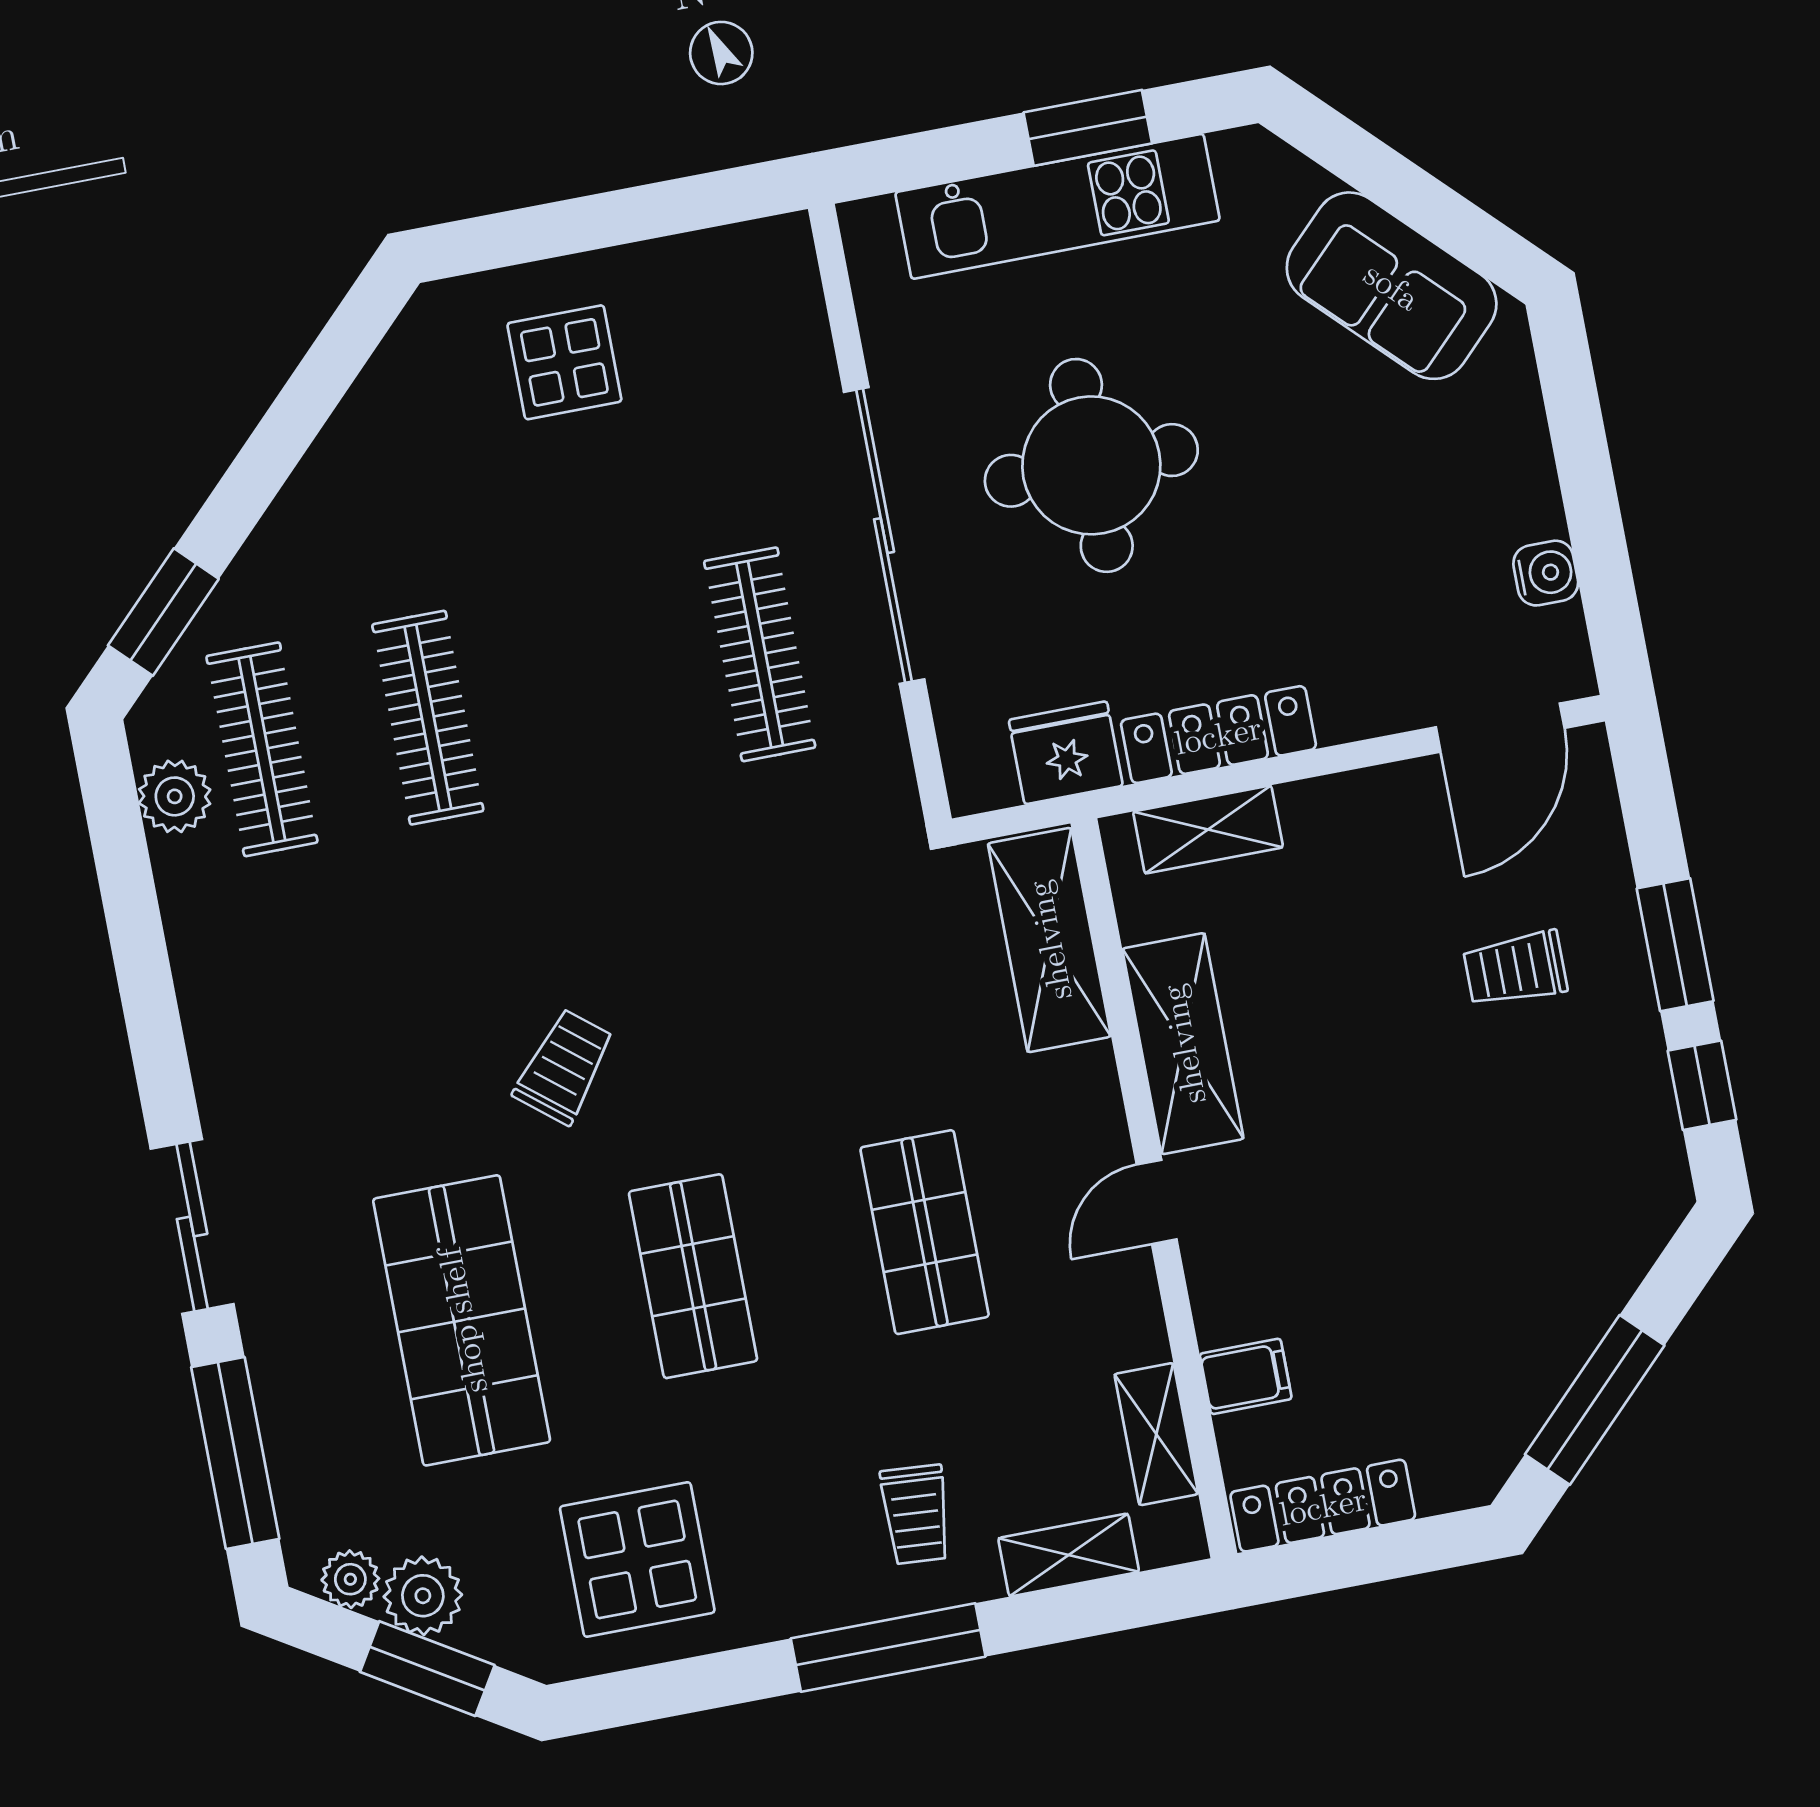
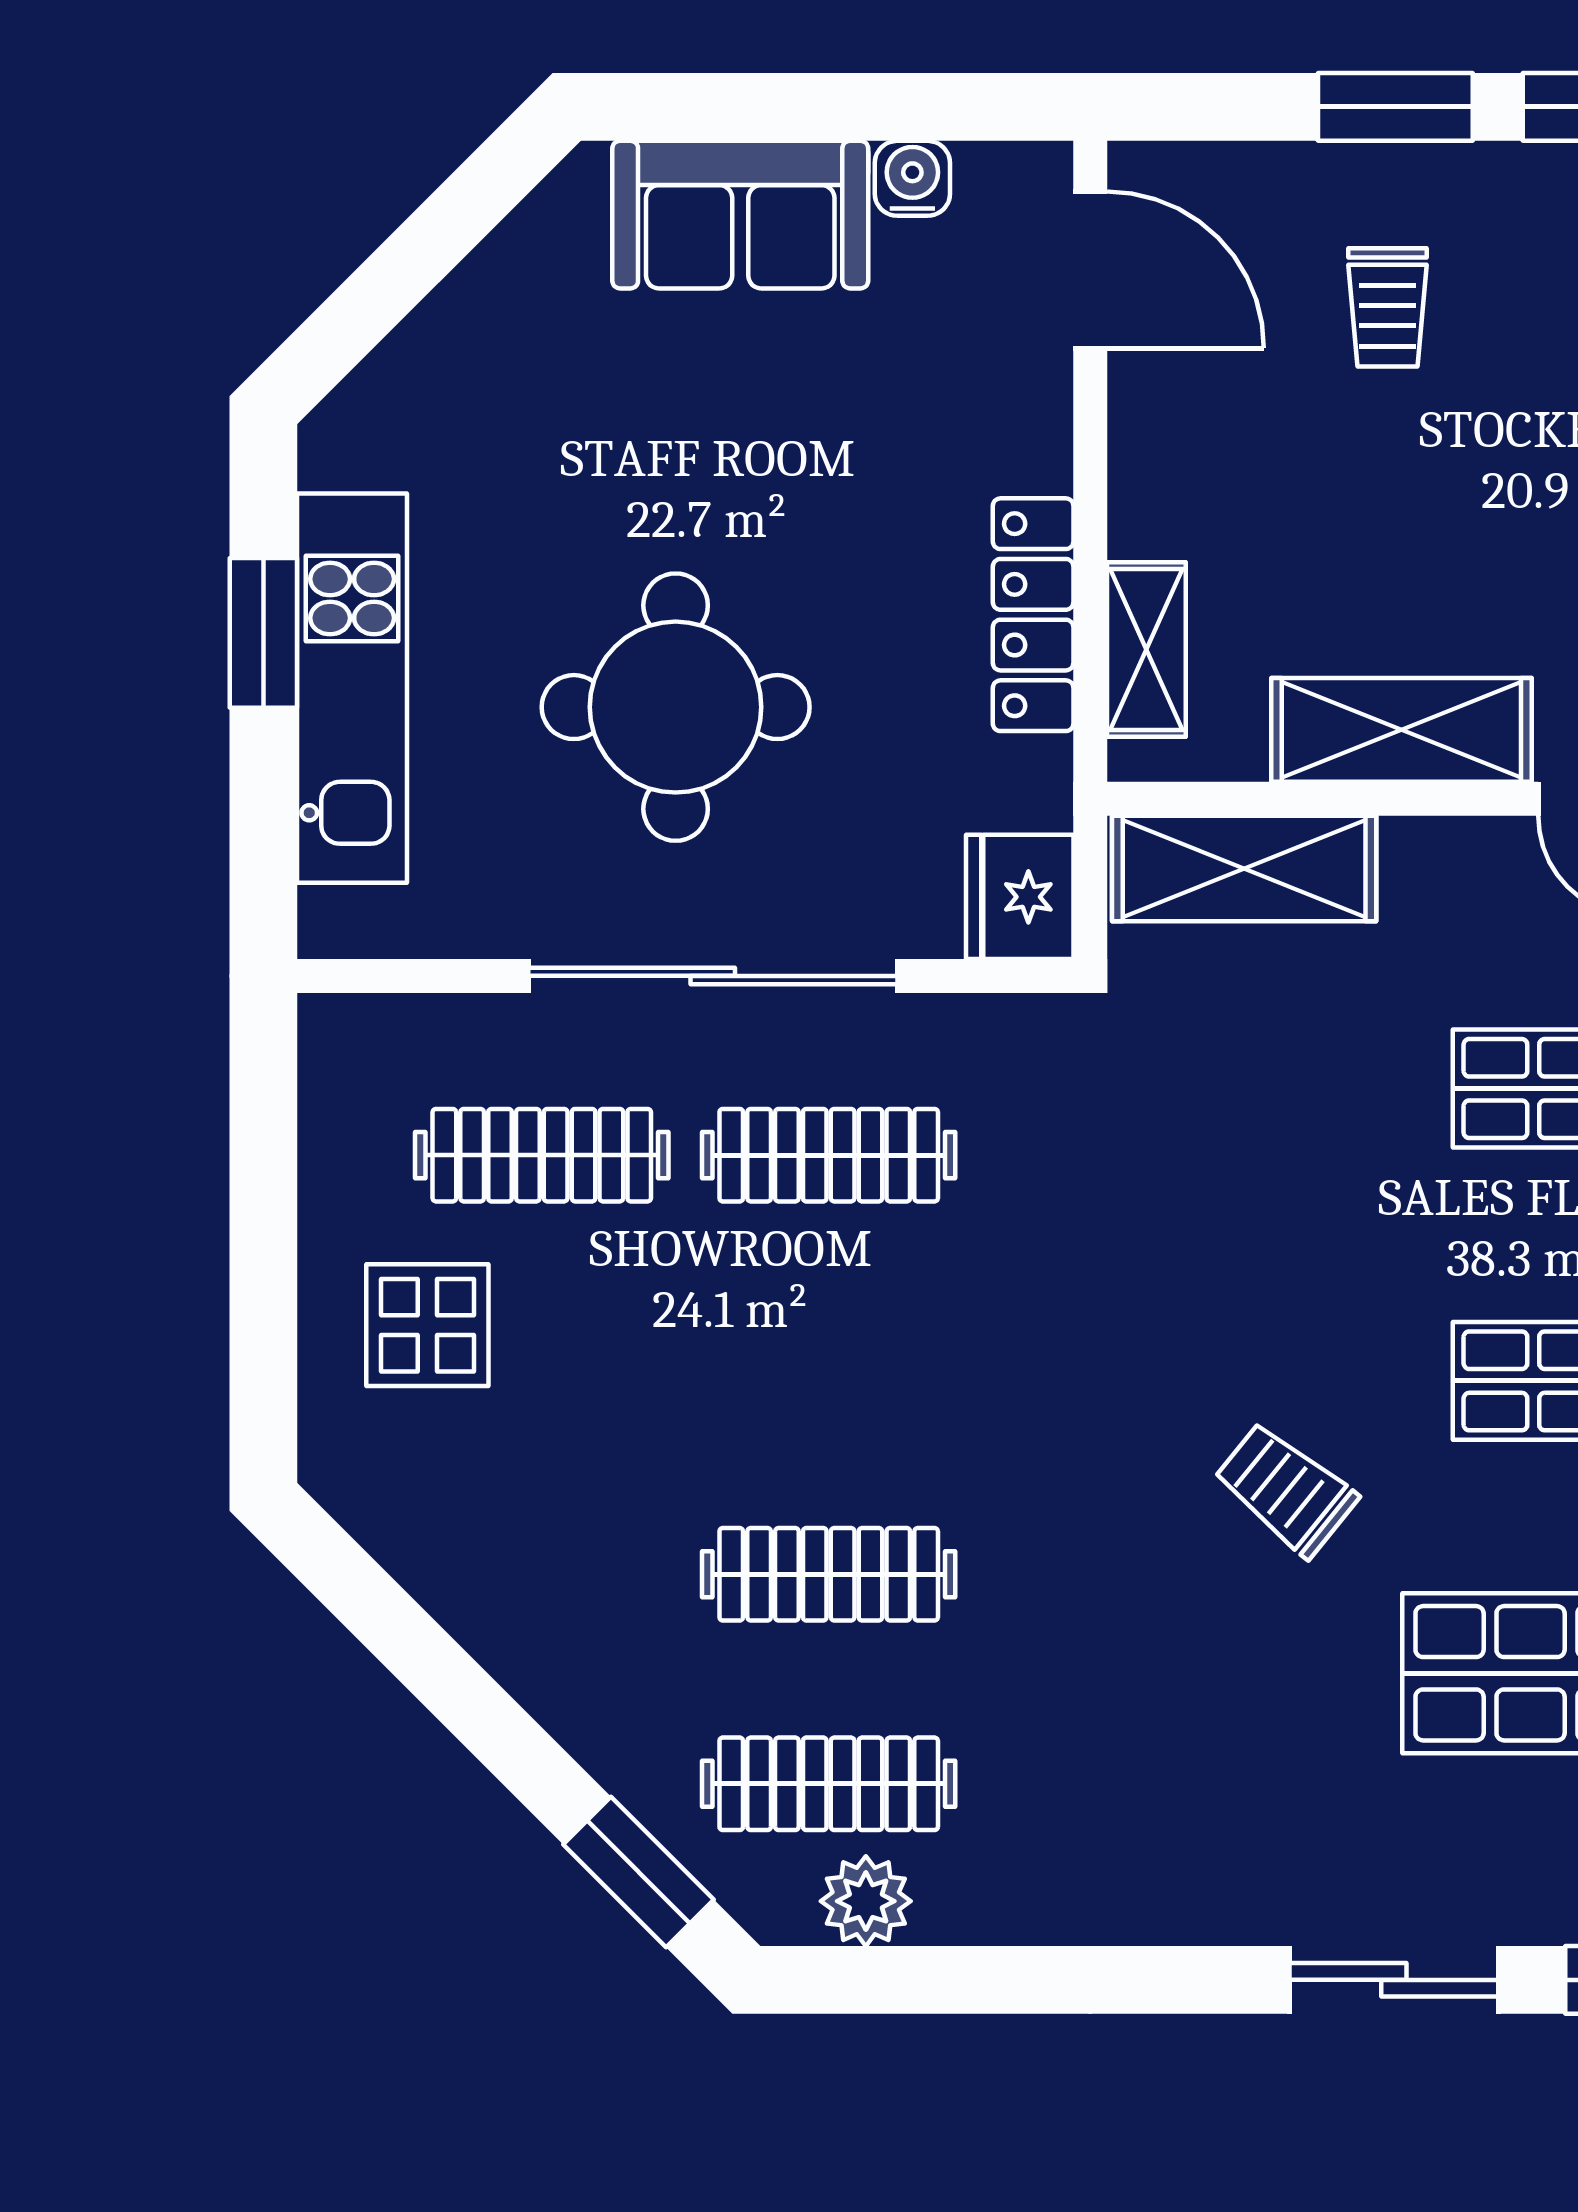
sofa: (1392, 286) -> (740, 215), moved, turned 45
clothes rail: (716, 427) -> (542, 1155), added
fridge: (1066, 753) -> (1020, 897), moved

